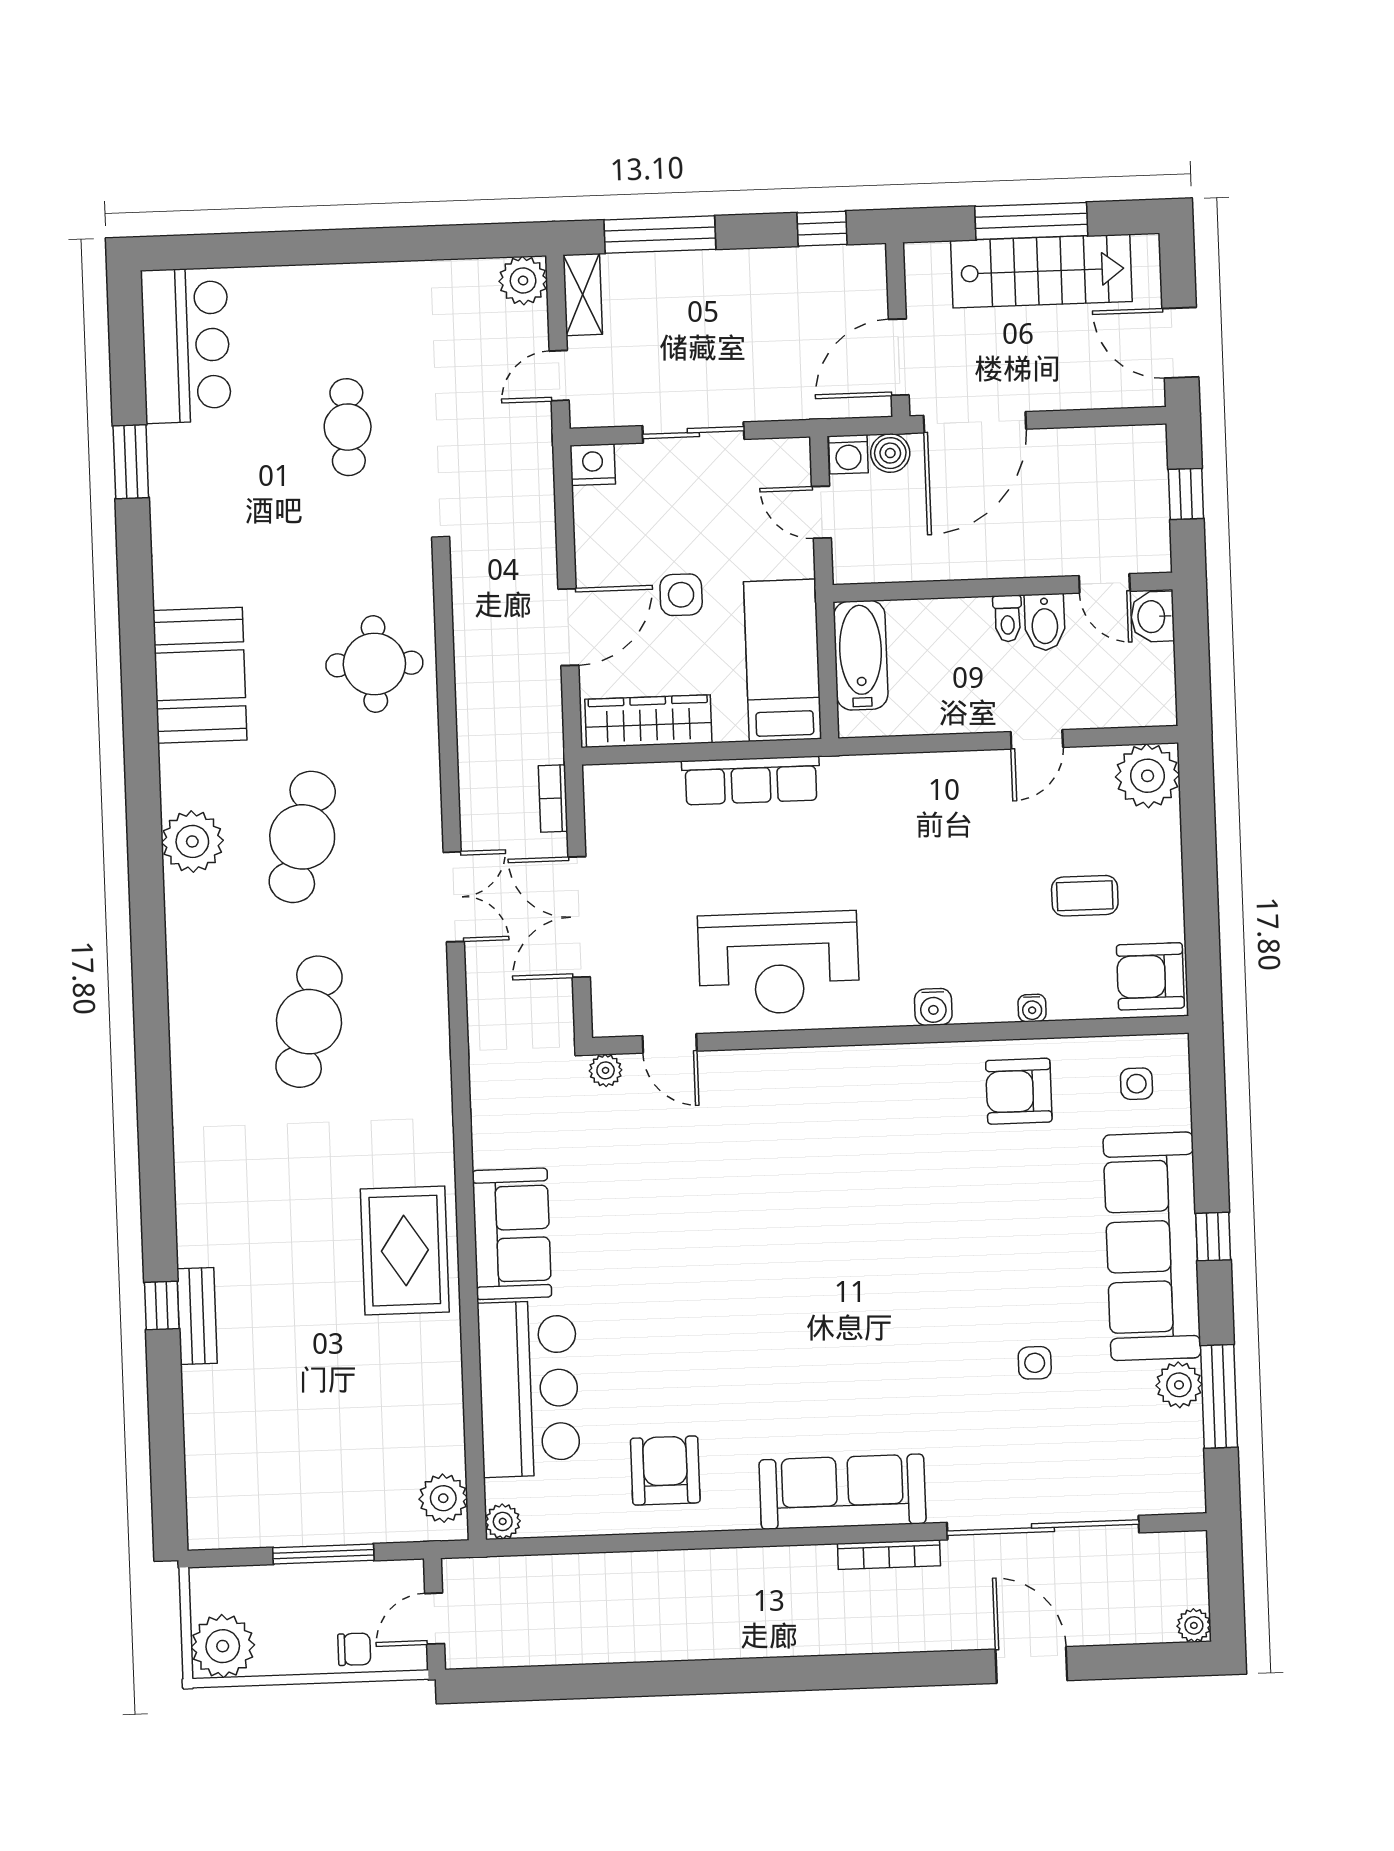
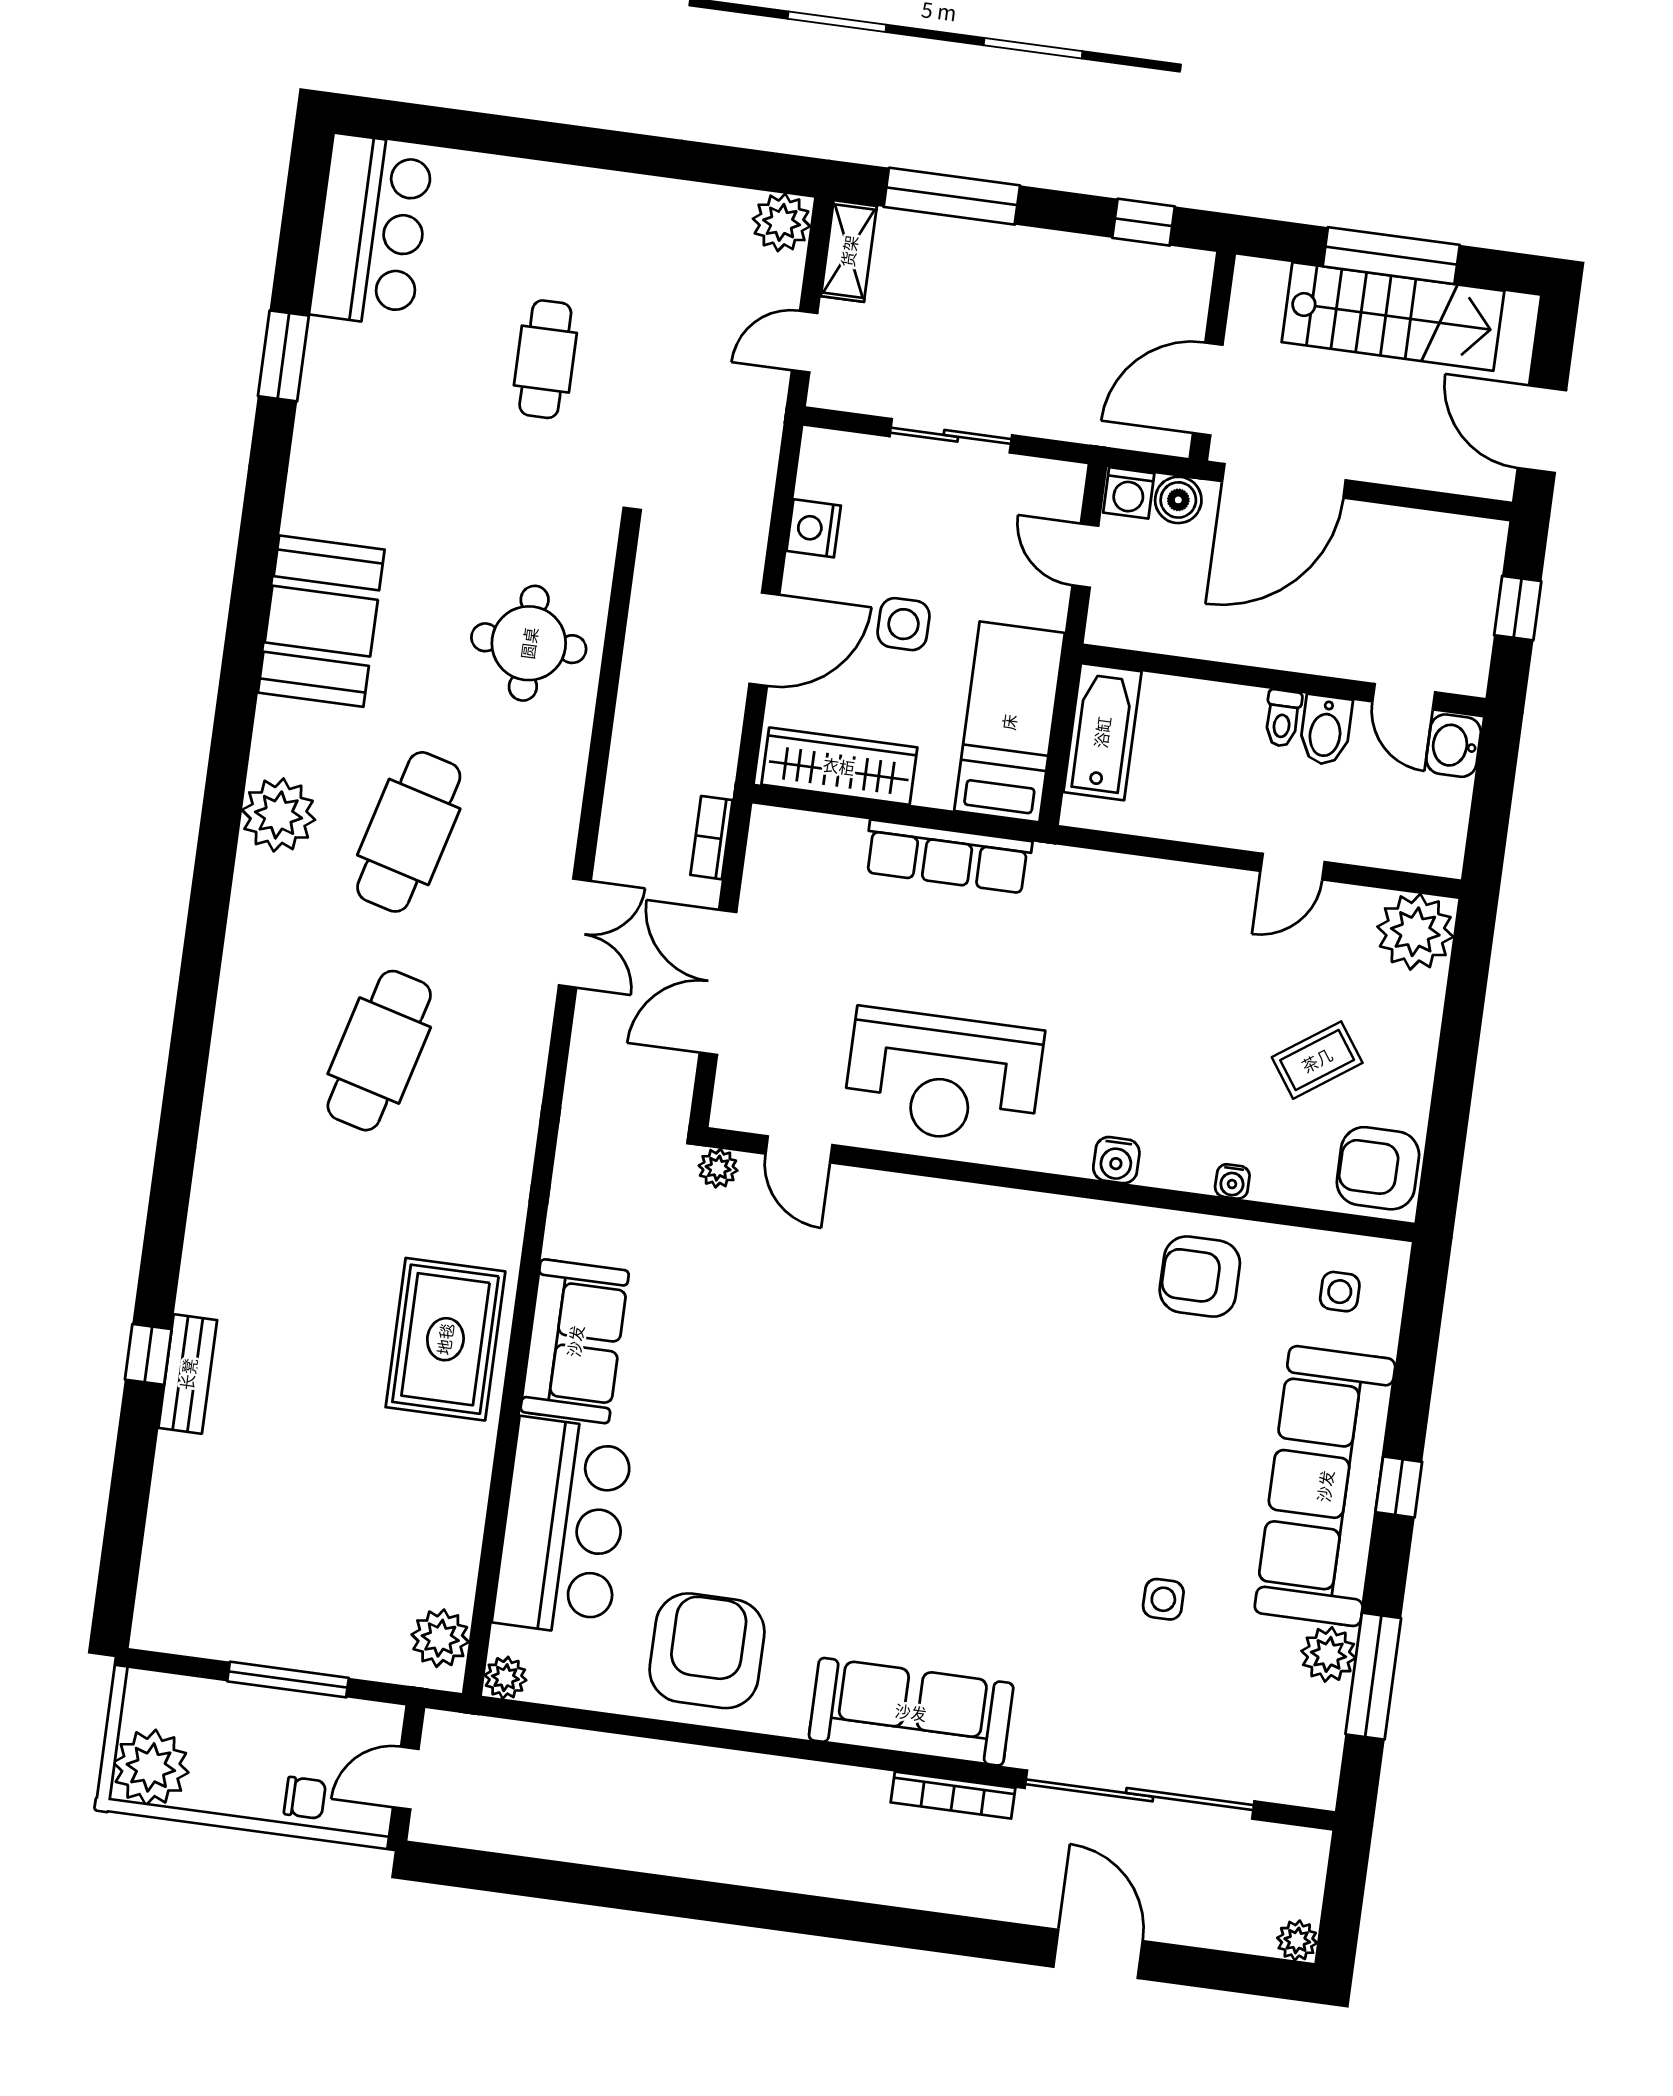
nightstand: (593, 465) -> (814, 528), moved, turned -90
coffee table: (1085, 896) -> (1317, 1060), turned -35
armchair: (665, 1470) -> (707, 1651), width x1.36, depth x1.36

